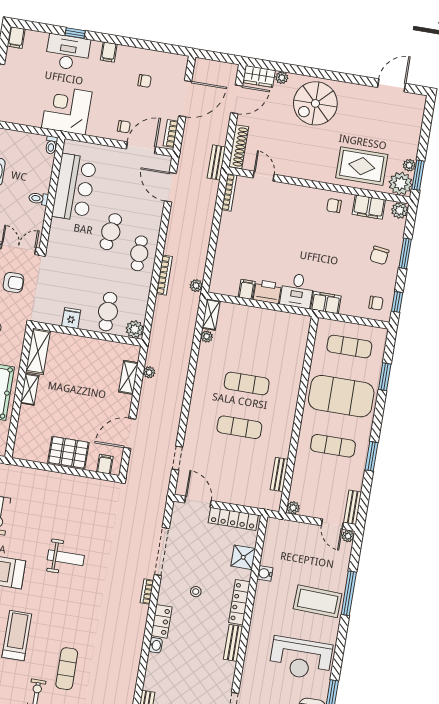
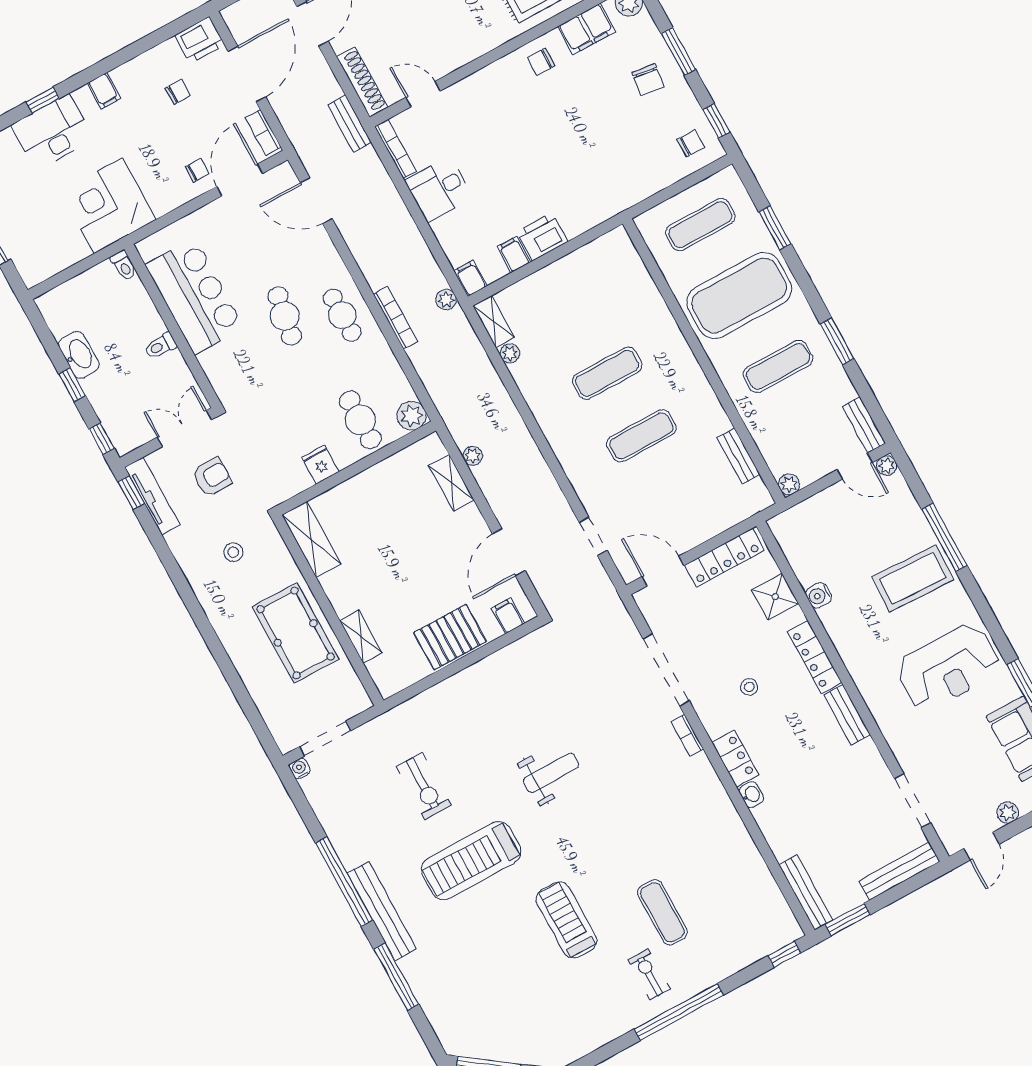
printer: (175, 64) -> (200, 40), added
desk: (297, 291) -> (439, 189), moved, turned 90
filing cabinet: (326, 303) -> (470, 278), moved, width x0.50
shelving: (30, 389) -> (361, 637), moved

